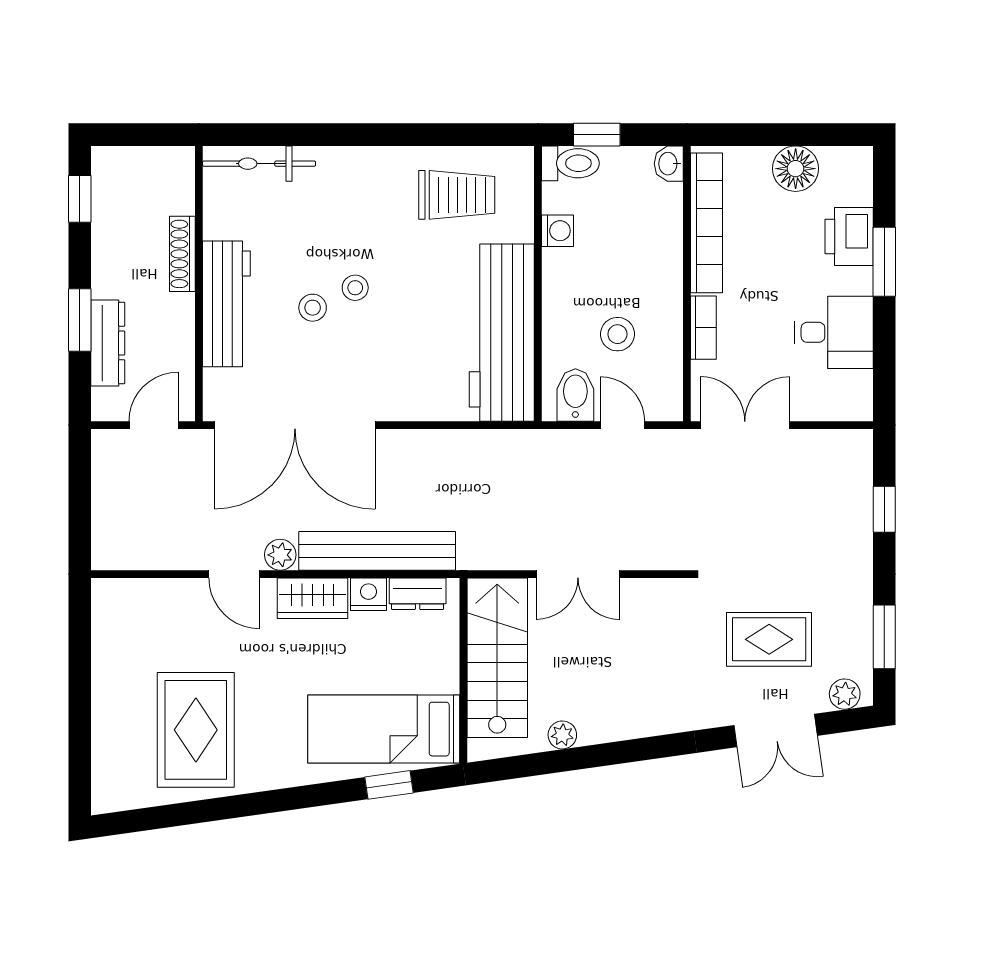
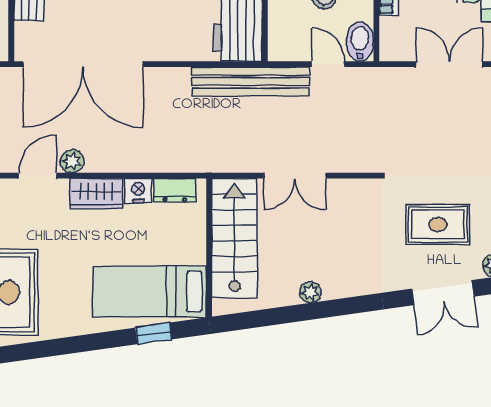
bidet: (575, 395) -> (360, 42), moved
double door: (745, 425) -> (449, 64), moved
bench: (377, 551) -> (251, 82), moved
door: (234, 574) -> (38, 176), swing flipped
plant: (562, 735) -> (310, 292), moved

